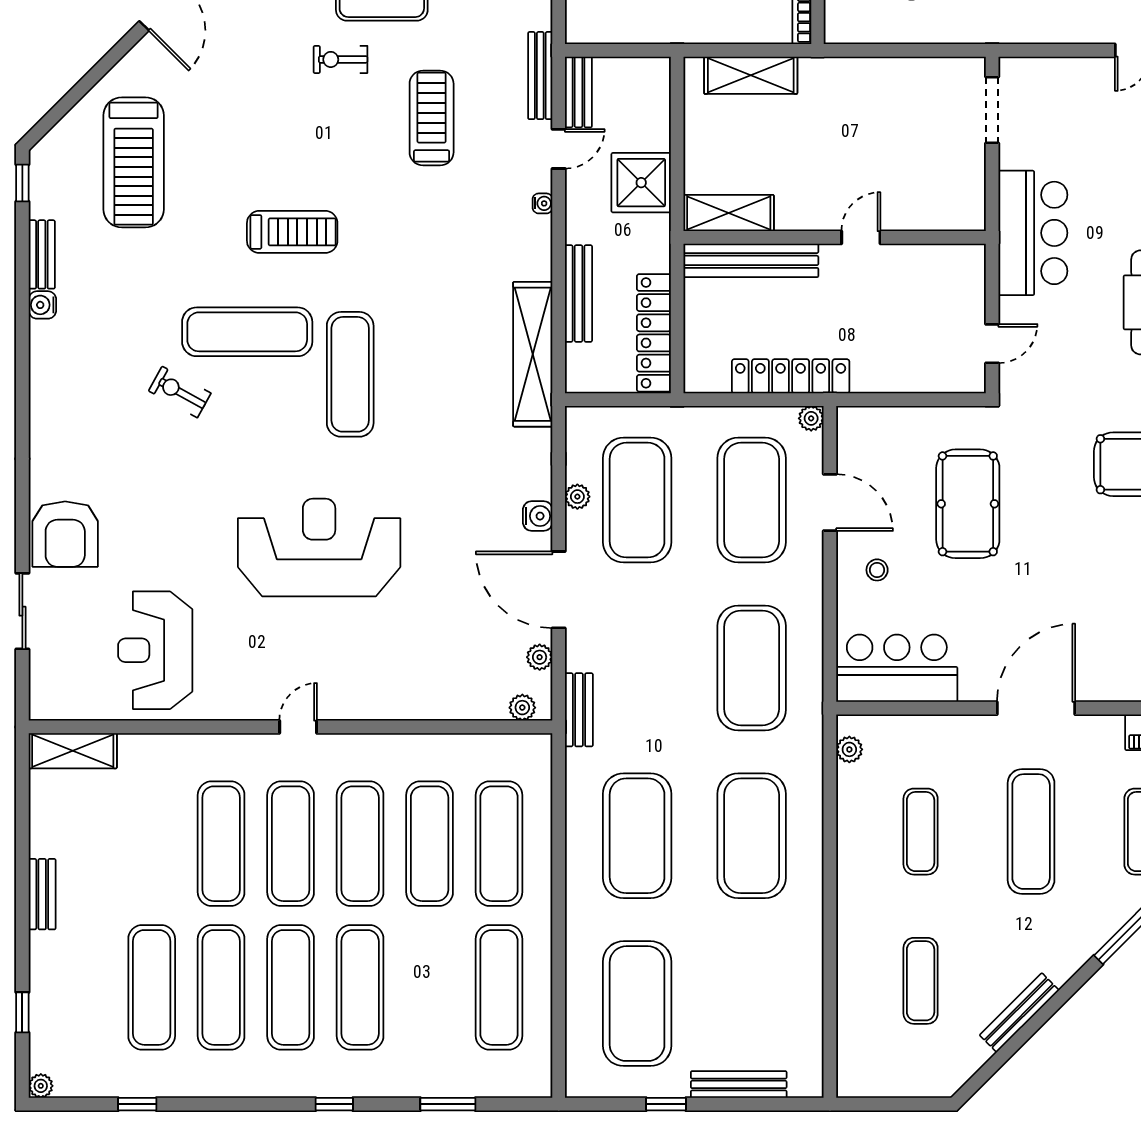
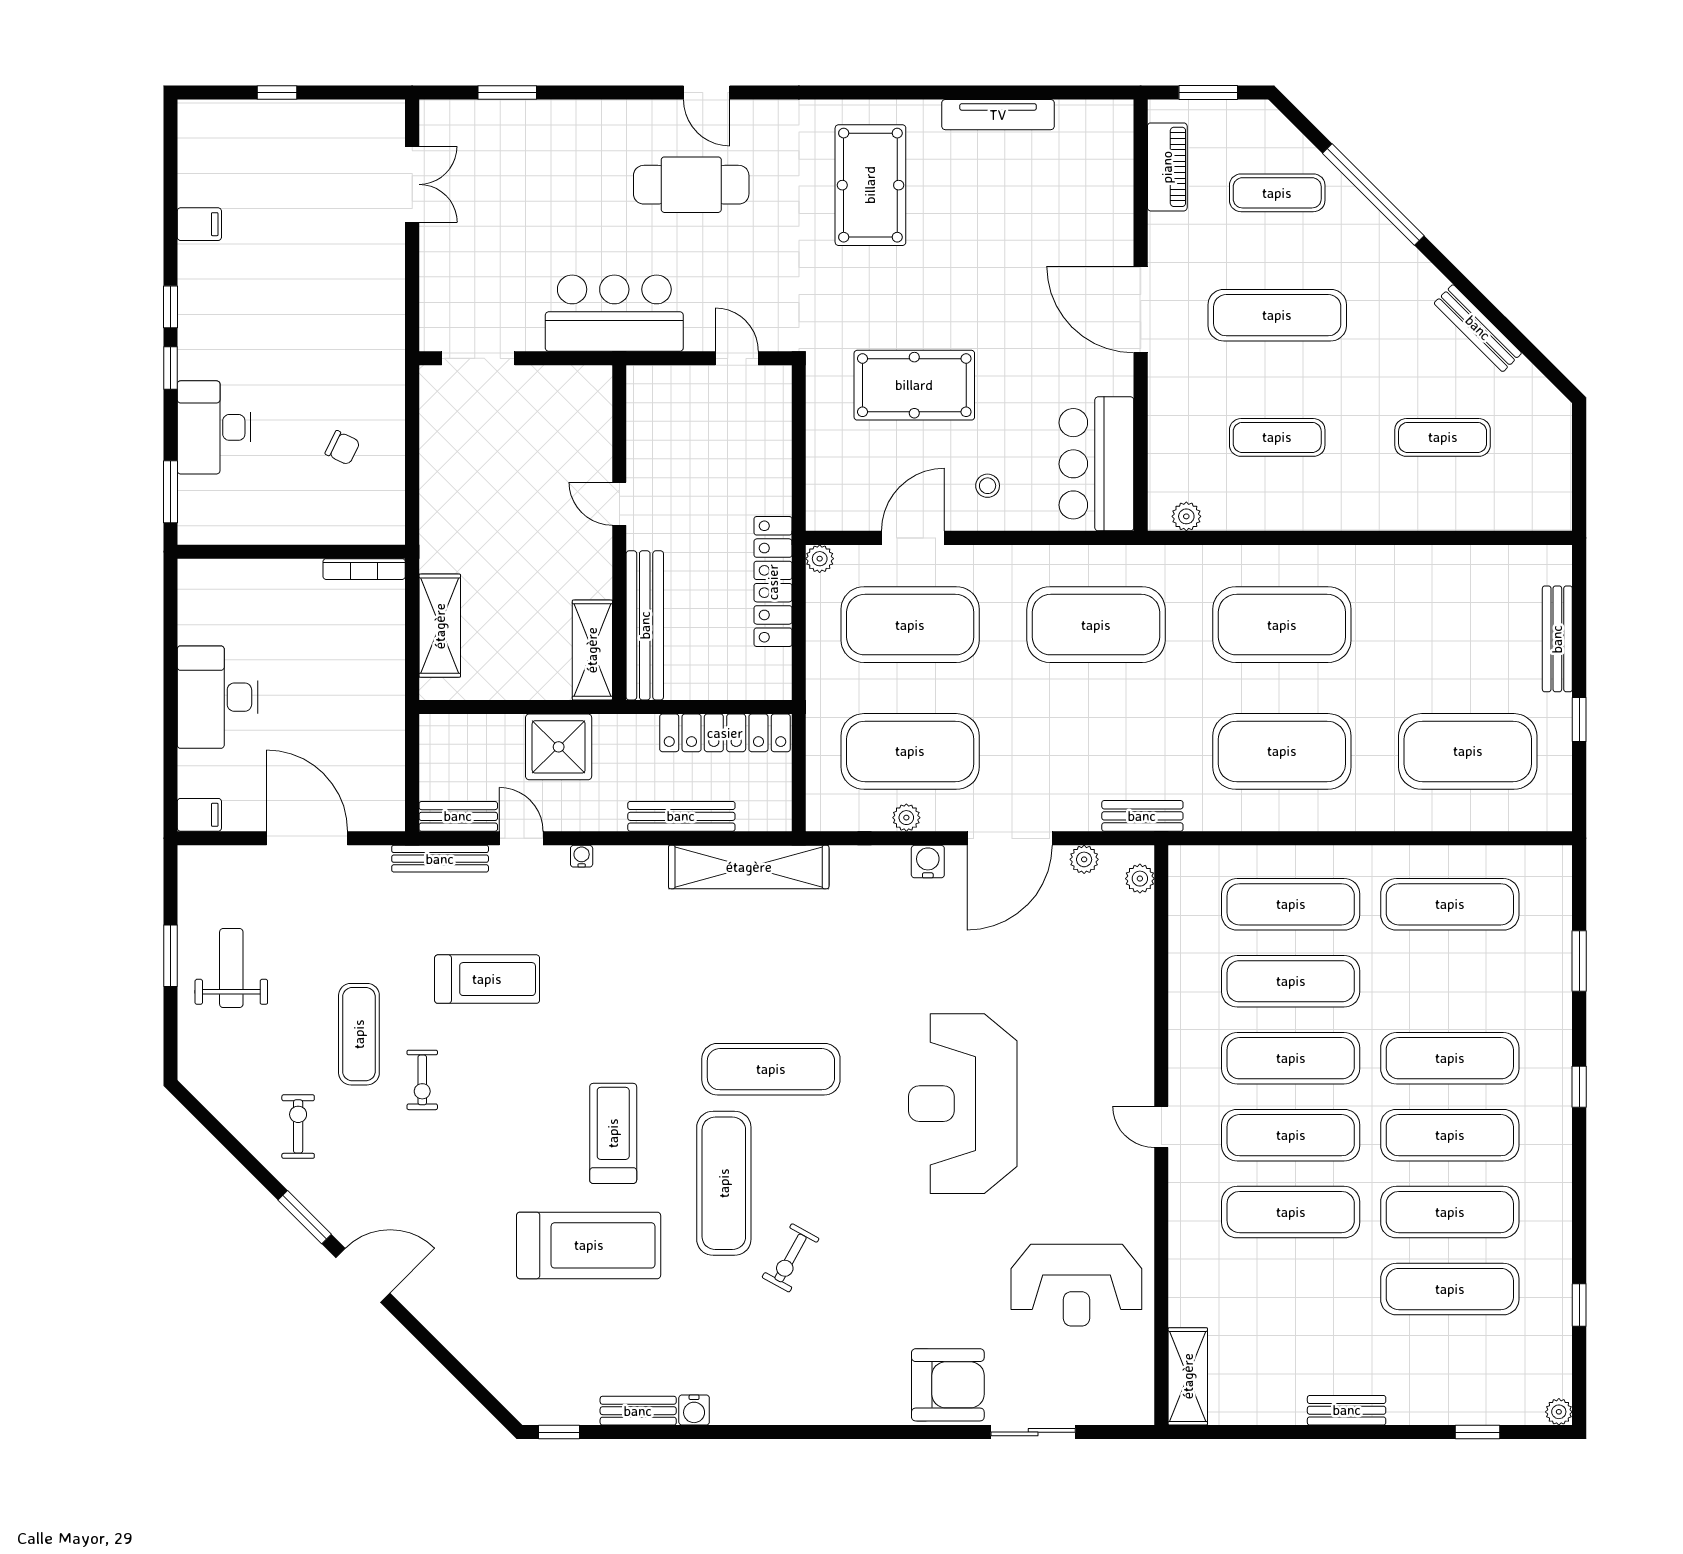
treadmill: (432, 118) -> (487, 979), turned 180
treadmill: (134, 162) -> (589, 1245), moved

